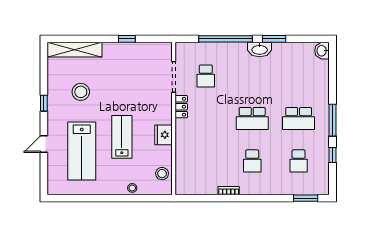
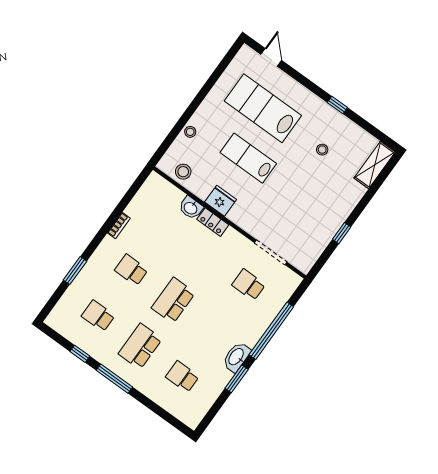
shelving: (75, 50) -> (375, 165), width x0.68
washbasin: (322, 51) -> (191, 208), moved, turned 180
school desk: (299, 76) -> (182, 377), added
stool: (81, 92) -> (322, 150), width x0.53, depth x0.53
locker: (181, 107) -> (213, 222), moved
lab bench: (122, 137) -> (248, 158), turned 180
door: (44, 144) -> (271, 57), moved
window: (306, 198) -> (75, 271), moved

